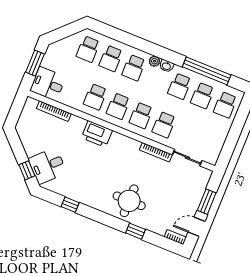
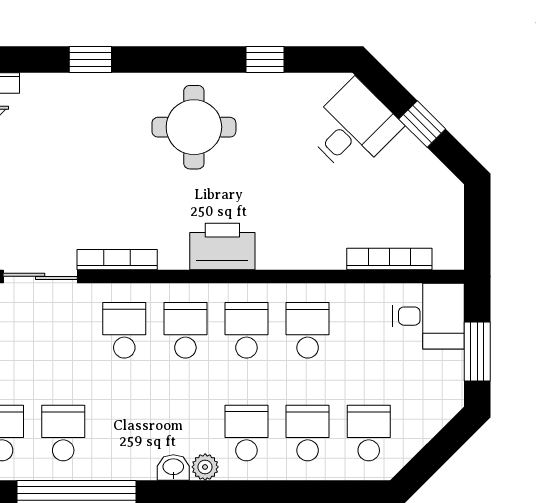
school desk: (180, 86) -> (124, 433), removed
printer: (97, 134) -> (222, 246), moved
window: (27, 170) -> (422, 124), moved
round table: (129, 201) -> (194, 127), moved

